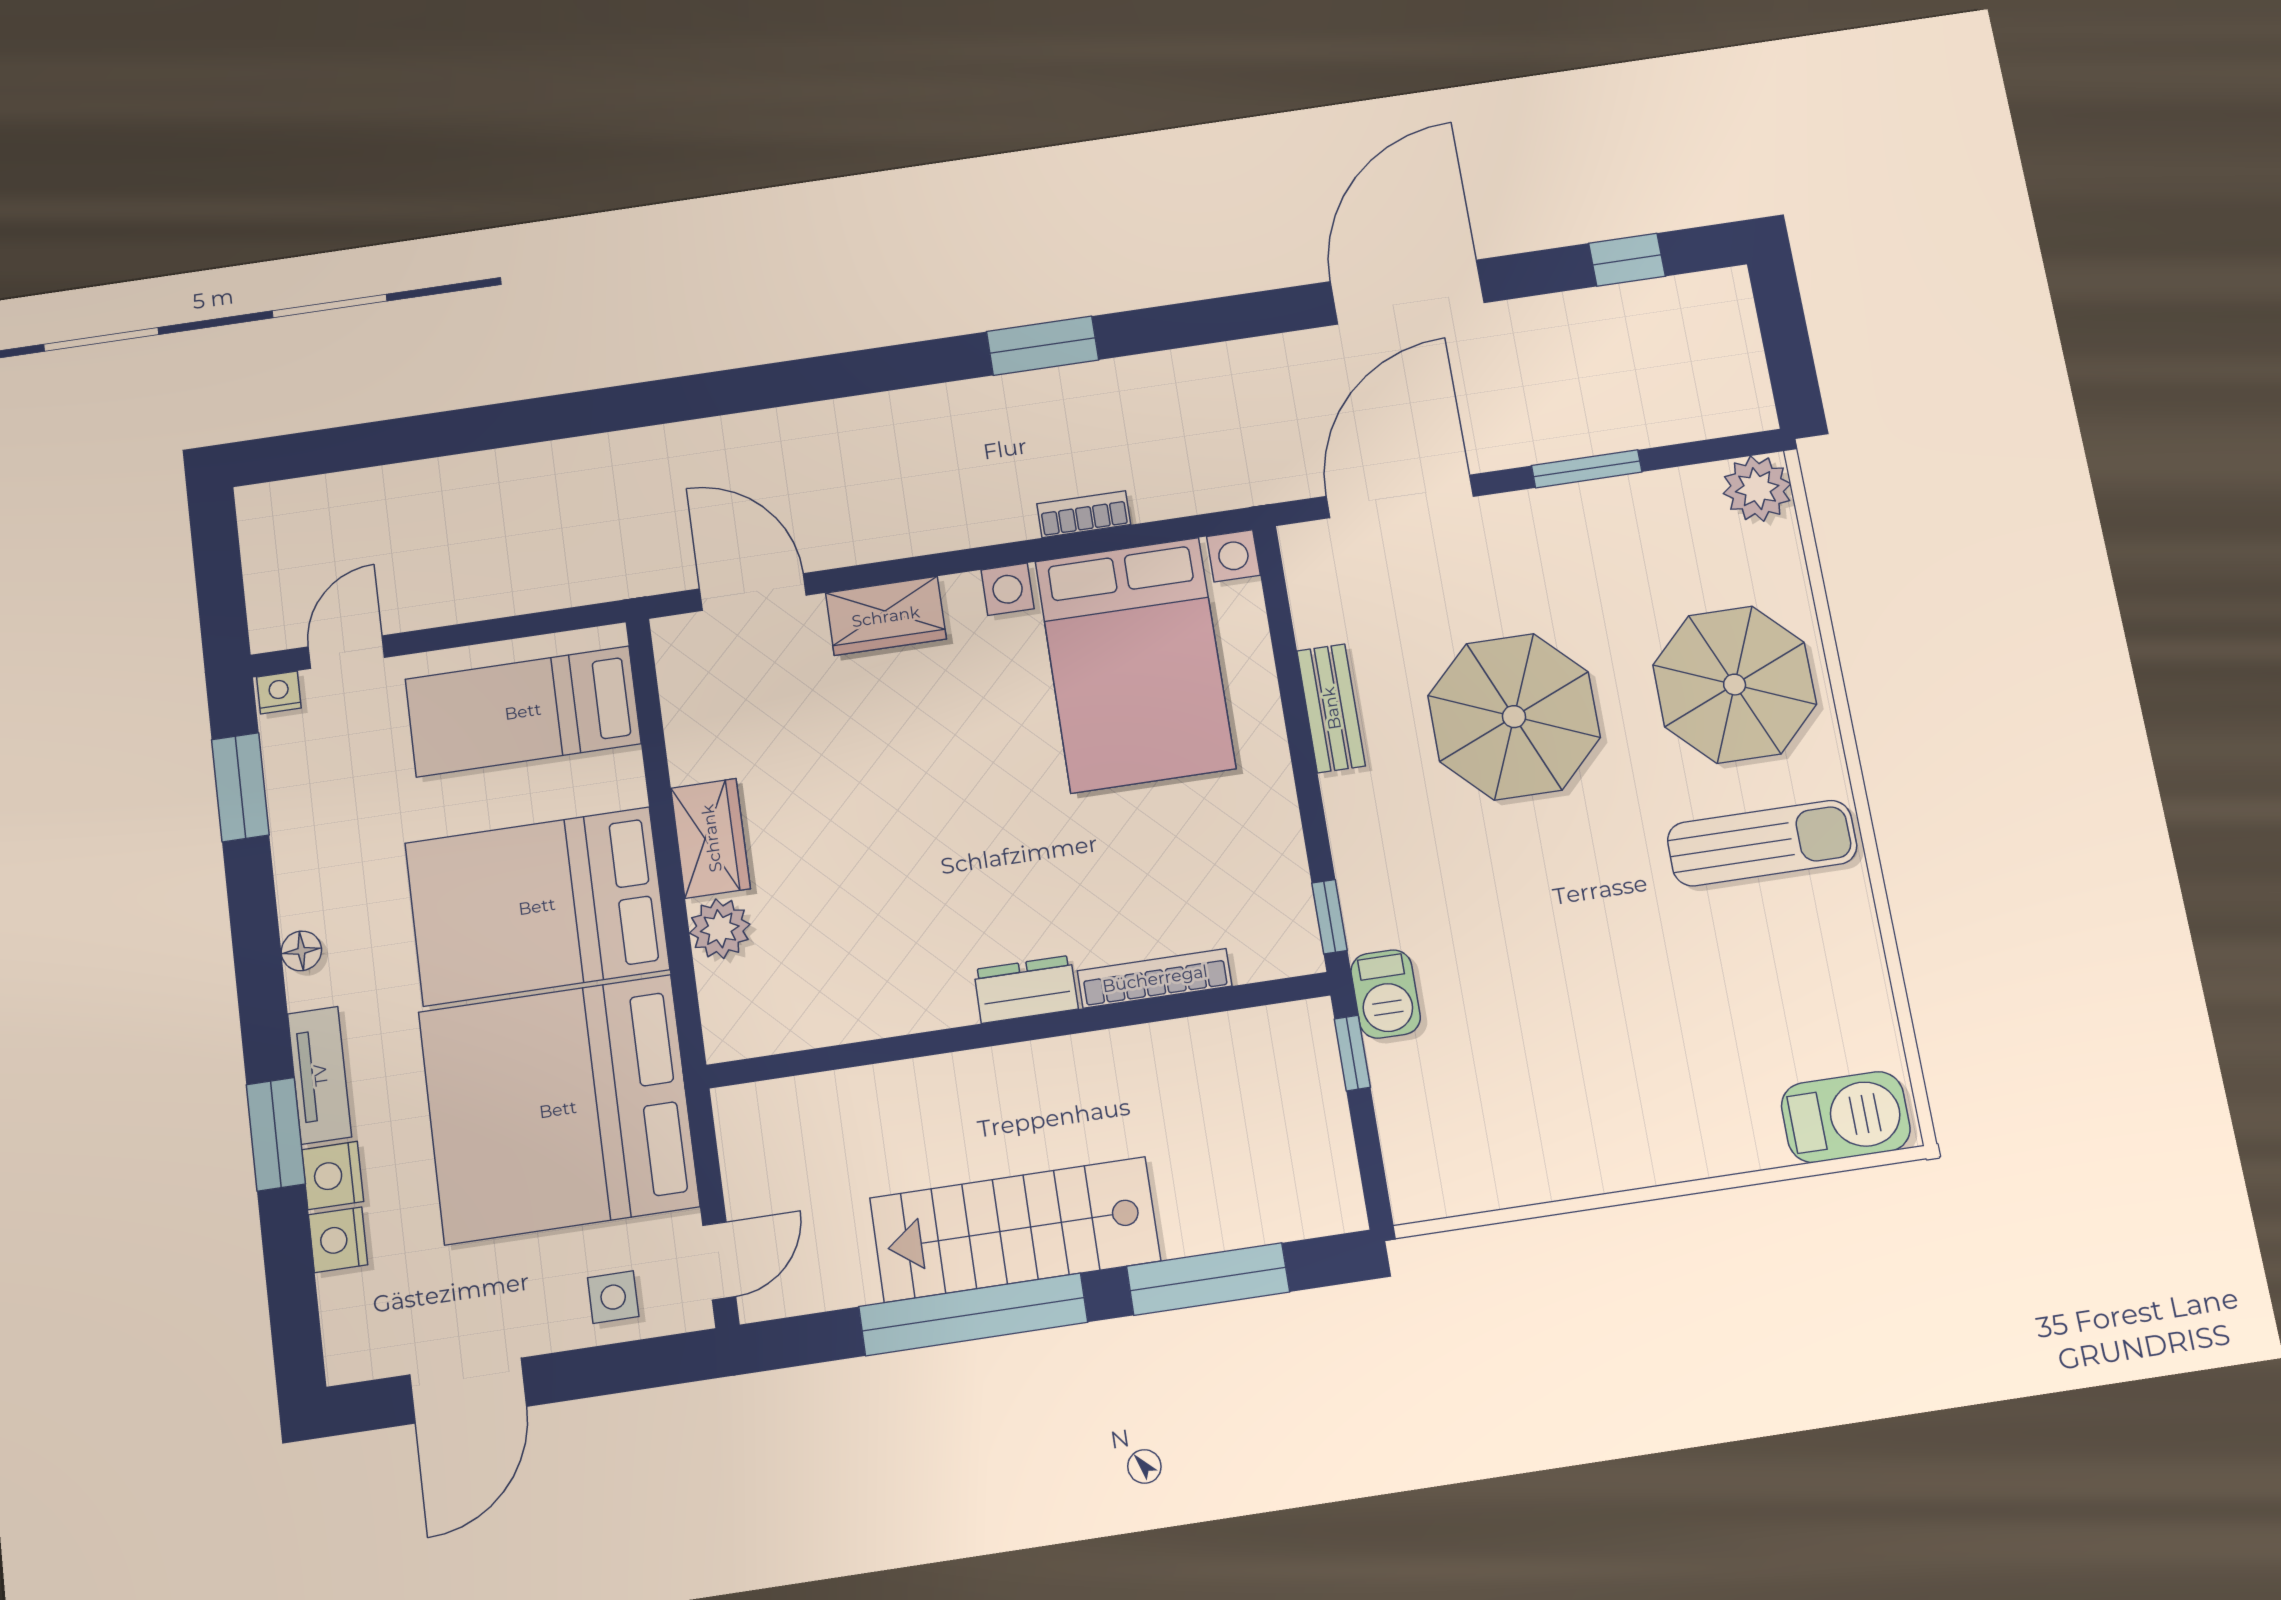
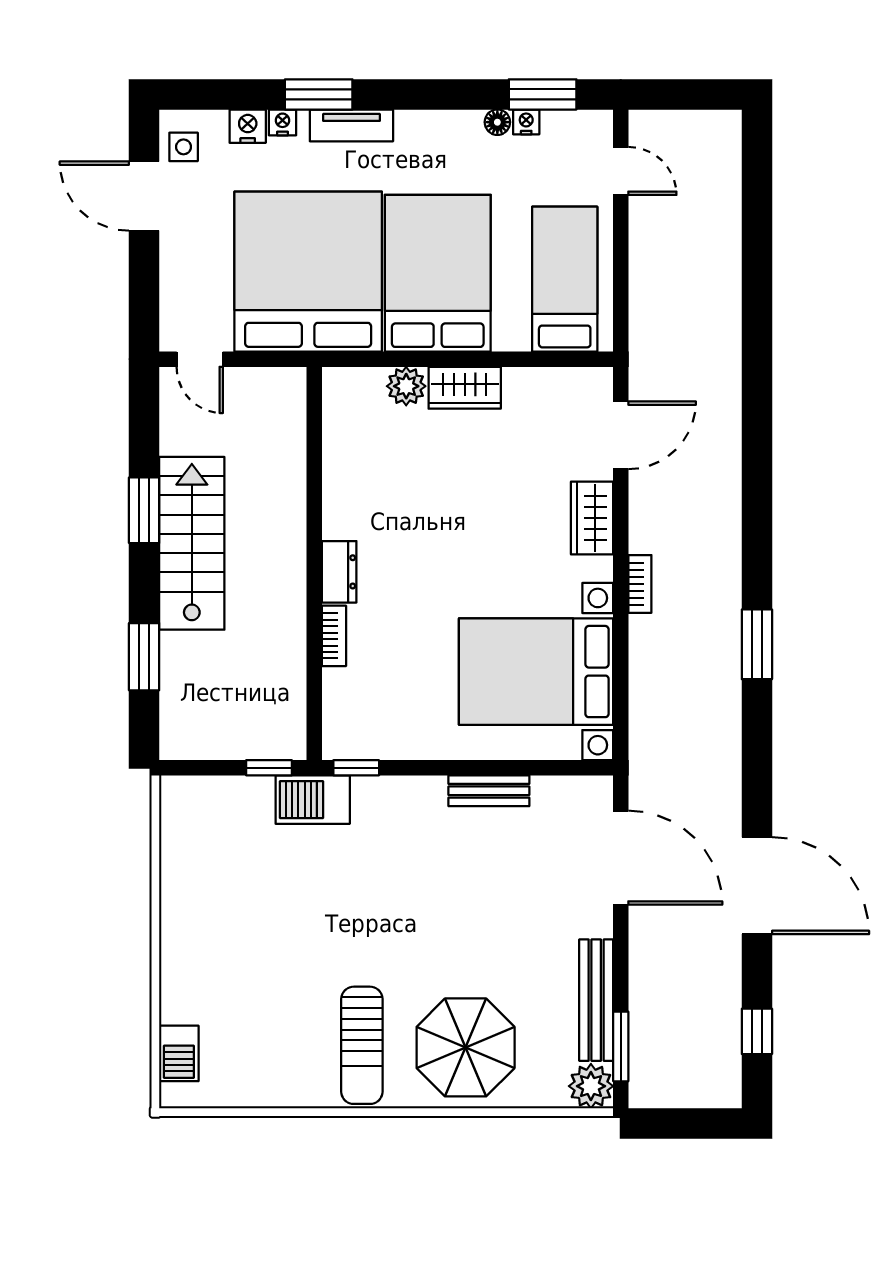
window: (1587, 469) -> (621, 1046), moved
bench: (1624, 500) -> (596, 1000), added
bookcase: (1084, 514) -> (640, 584), moved
nightstand: (279, 692) -> (526, 122), moved, turned -90
parasol: (1514, 717) -> (466, 905), removed
floor lamp: (301, 951) -> (497, 122), moved
bookcase: (1155, 978) -> (334, 636), width x0.64
barbecue: (1386, 994) -> (313, 800), width x1.38, depth x1.27
barbecue: (1846, 1117) -> (179, 1053), width x0.73, depth x0.79
nightstand: (333, 1175) -> (283, 122), width x0.72, depth x0.74
window: (1208, 1279) -> (144, 657), width x0.69
side table: (613, 1297) -> (184, 147), moved
window: (973, 1314) -> (144, 510), width x0.47

